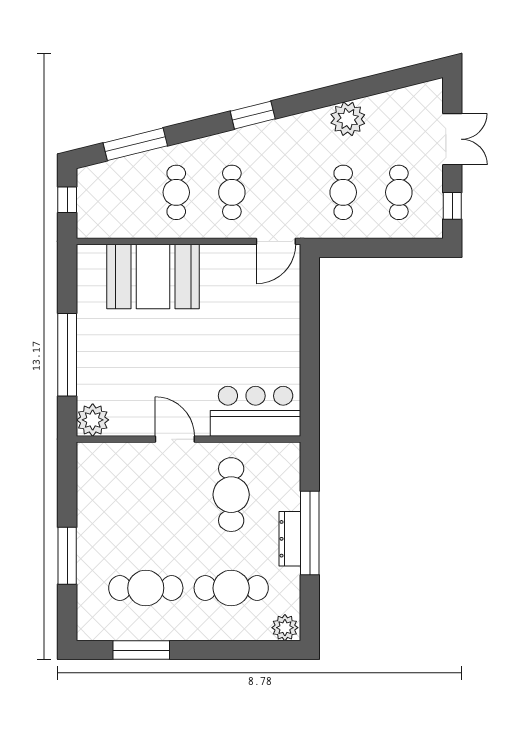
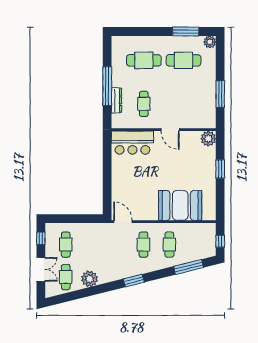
double door: (452, 139) -> (41, 269), swing flipped
cafe table: (343, 192) -> (66, 277), moved
door: (276, 241) -> (123, 222), hinge flipped
window: (67, 355) -> (220, 169), width x0.47
cafe table: (231, 495) -> (144, 104), width x0.73, depth x0.74
dresser: (290, 539) -> (116, 100), moved
window: (67, 556) -> (220, 94), moved
plant: (285, 628) -> (210, 42), moved

